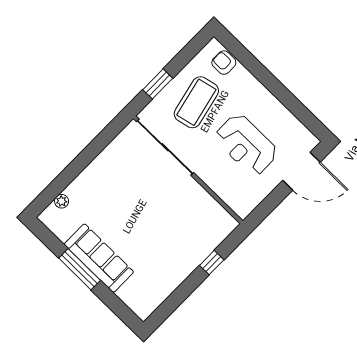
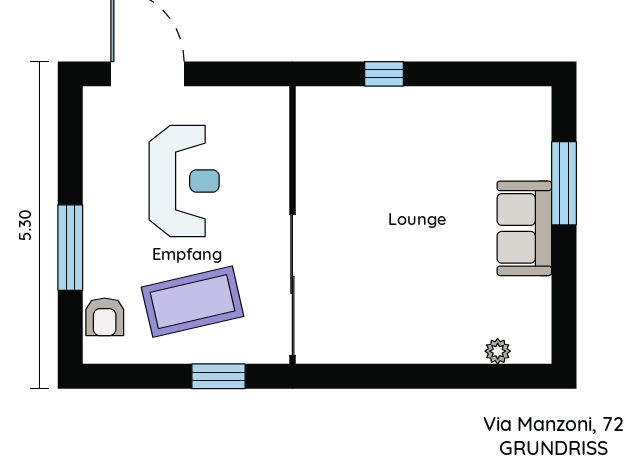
window: (264, 76) -> (70, 248), added
sofa: (99, 258) -> (524, 228), width x0.73
window: (80, 269) -> (564, 183), moved

